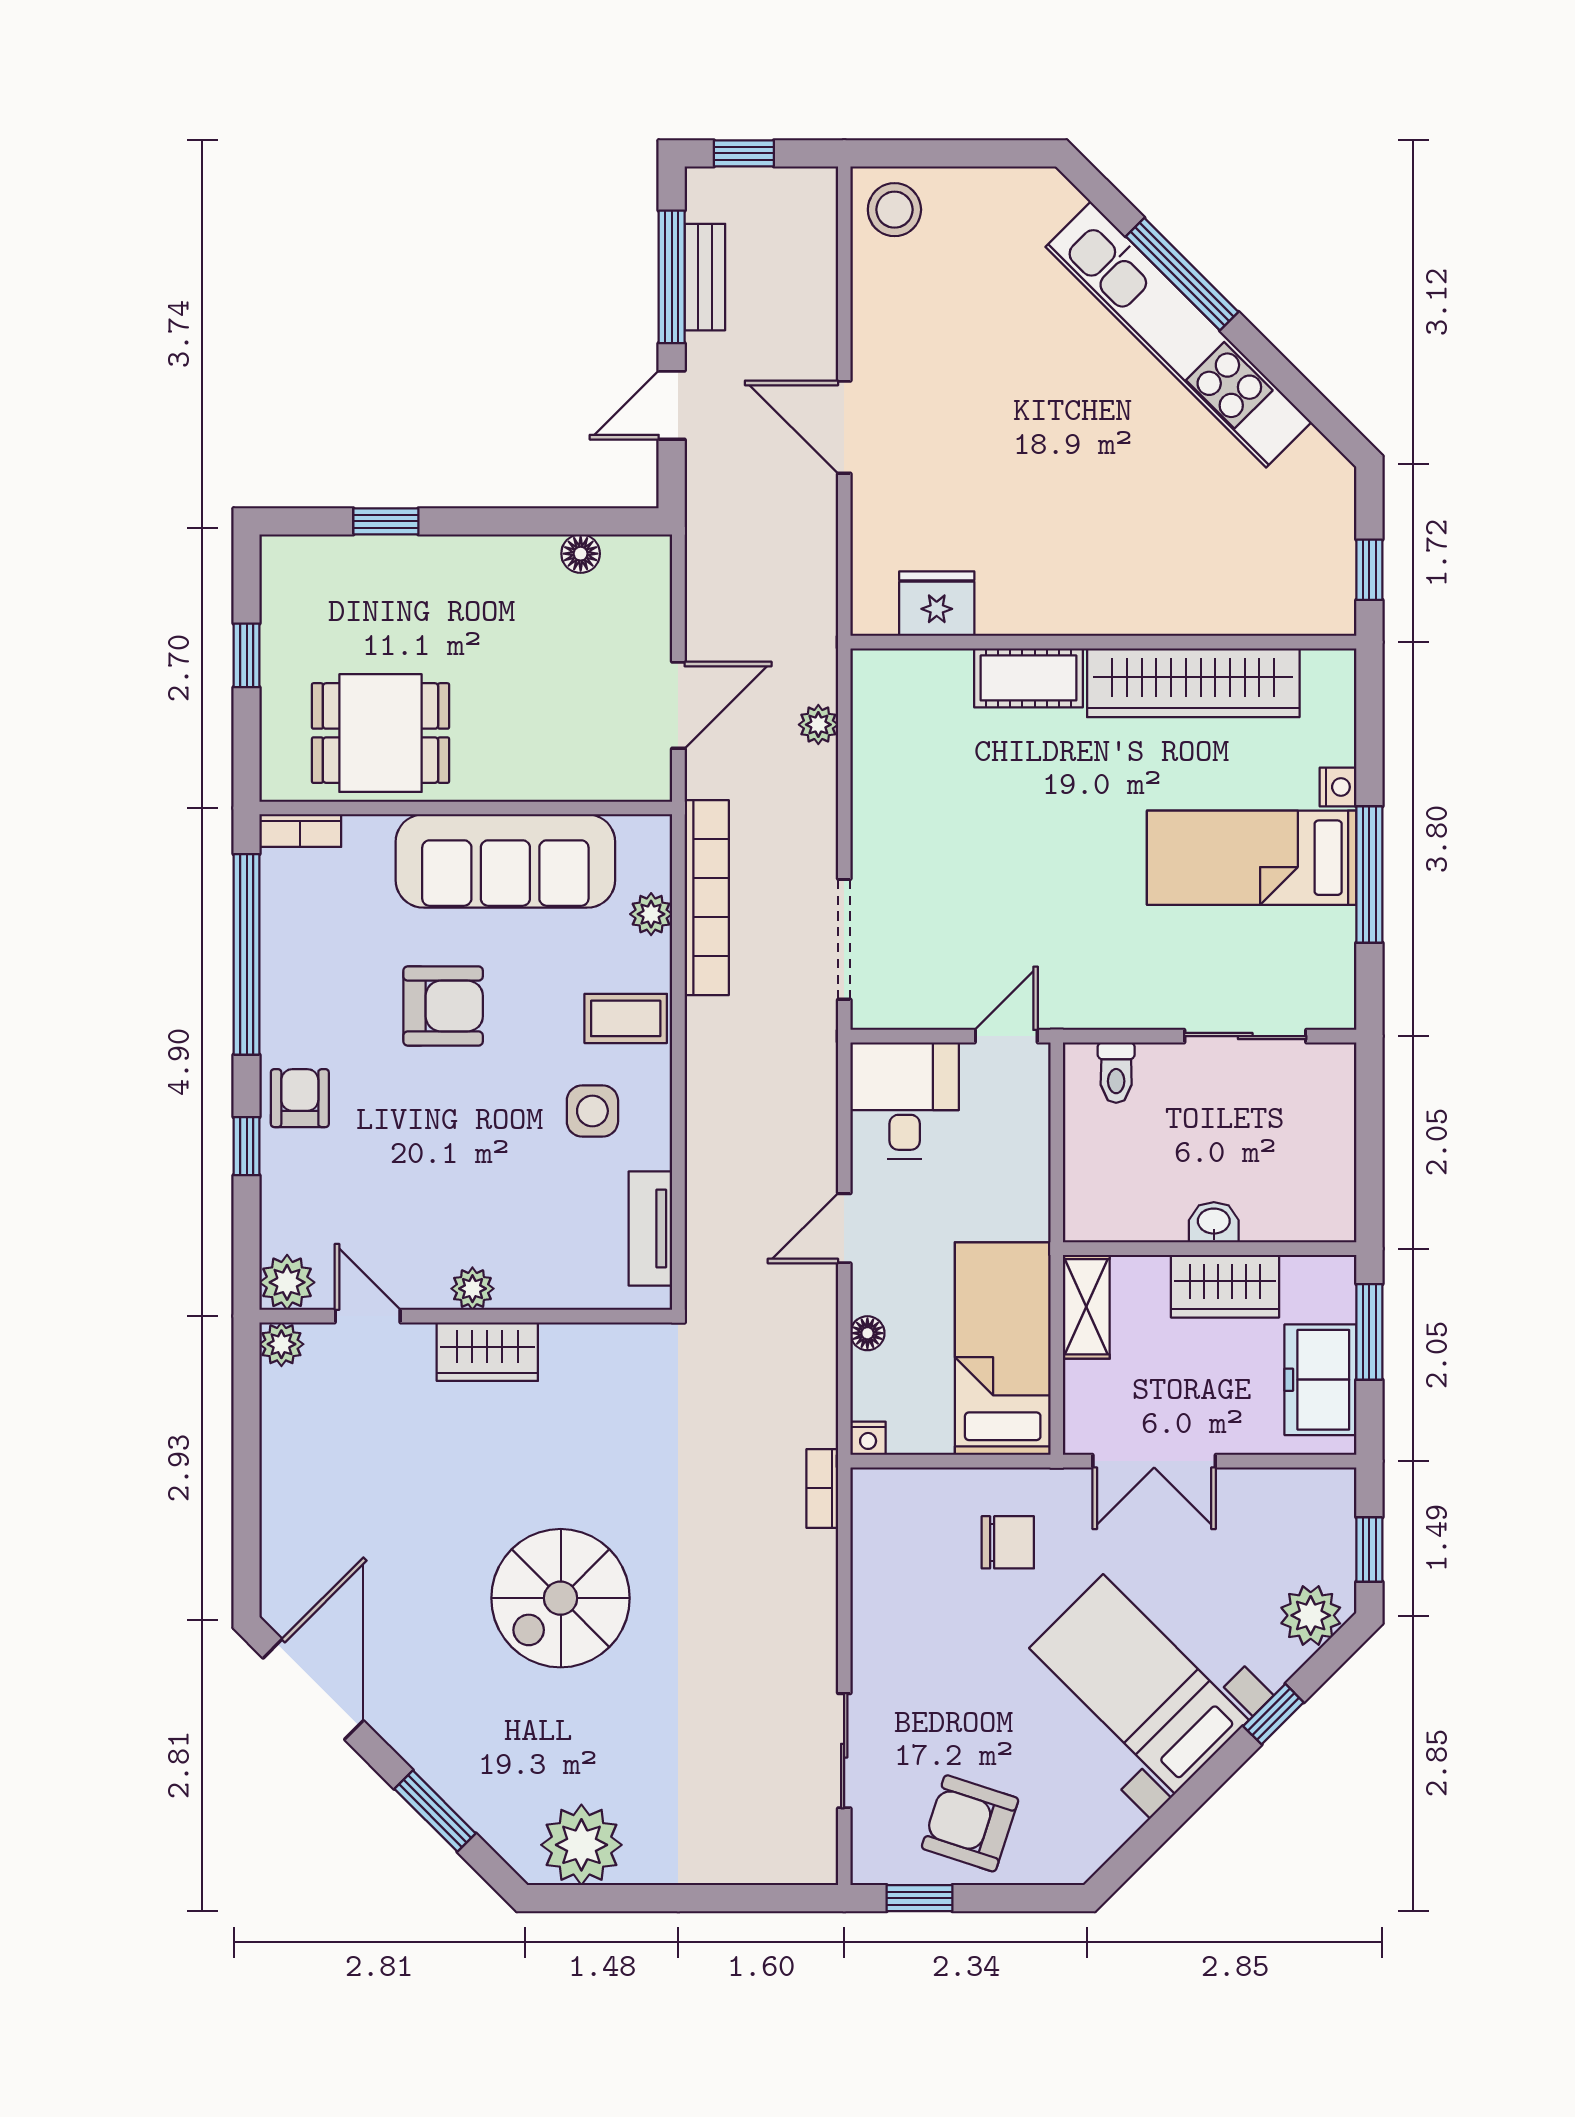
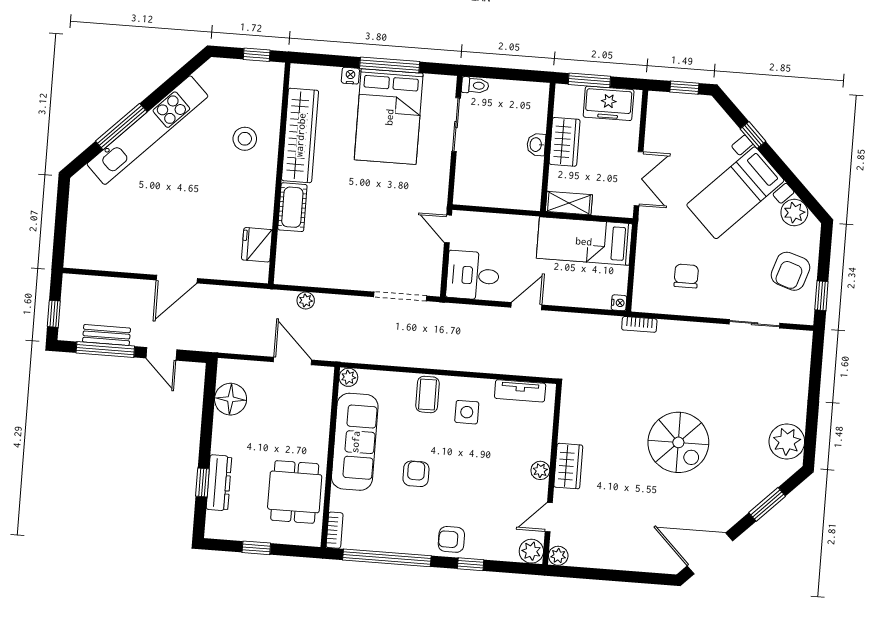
stool: (894, 210) -> (245, 139), moved
floor lamp: (581, 554) -> (231, 399), width x1.89, depth x1.89
dresser: (388, 559) -> (219, 483), added
bed: (1252, 858) -> (389, 117), width x1.50
bookcase: (707, 898) -> (377, 355), removed
plant: (651, 914) -> (348, 377), moved
armchair: (443, 1006) -> (416, 474), width x0.72, depth x0.72
toilet: (1116, 1073) -> (475, 85), moved
door: (844, 1228) -> (526, 306), swing flipped
floor lamp: (867, 1333) -> (573, 300), removed
chair: (1008, 1542) -> (686, 276), moved
plant: (1311, 1615) -> (794, 213), moved

